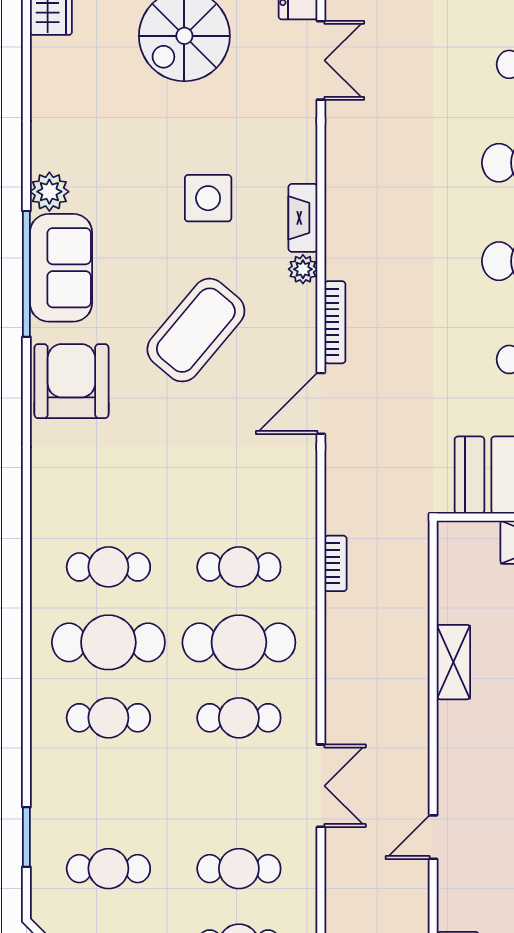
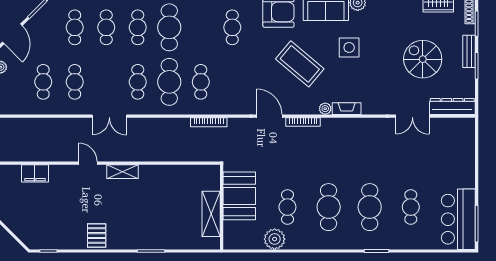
side table: (208, 198) -> (349, 47), moved
bookcase: (336, 563) -> (209, 122), width x1.56
cafe table: (108, 567) -> (232, 27), moved
shelving: (453, 662) -> (122, 172), moved
cafe table: (108, 793) -> (106, 27), added

